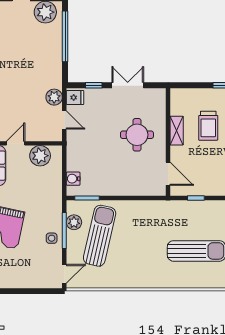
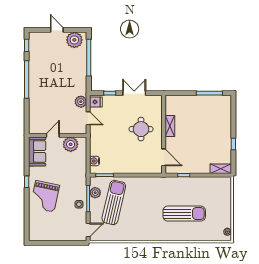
trolley: (208, 126) -> (193, 123), removed

